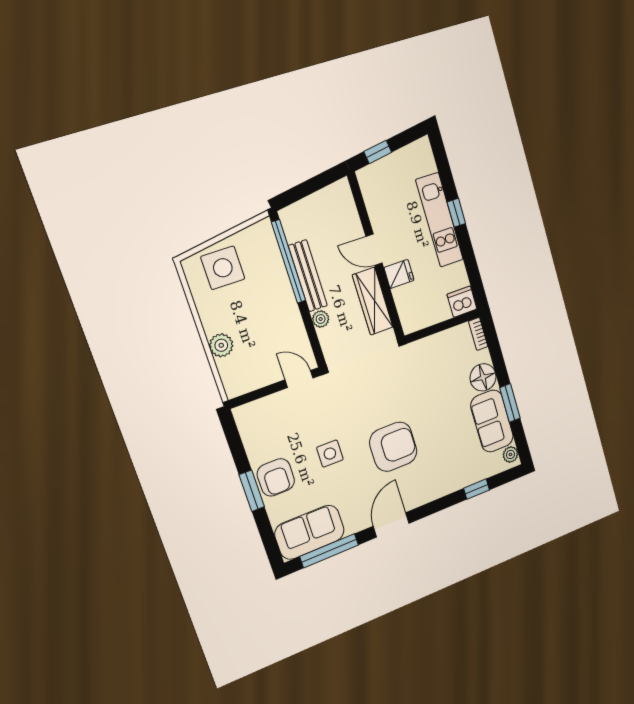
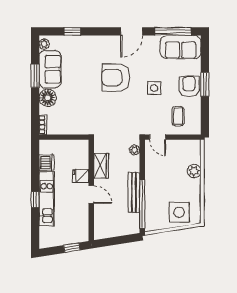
wardrobe: (373, 301) -> (101, 166), width x0.67
dishwasher: (462, 302) -> (47, 162), moved, turned -90
plant: (321, 319) -> (135, 150), moved
coffee table: (278, 424) -> (178, 116), added

